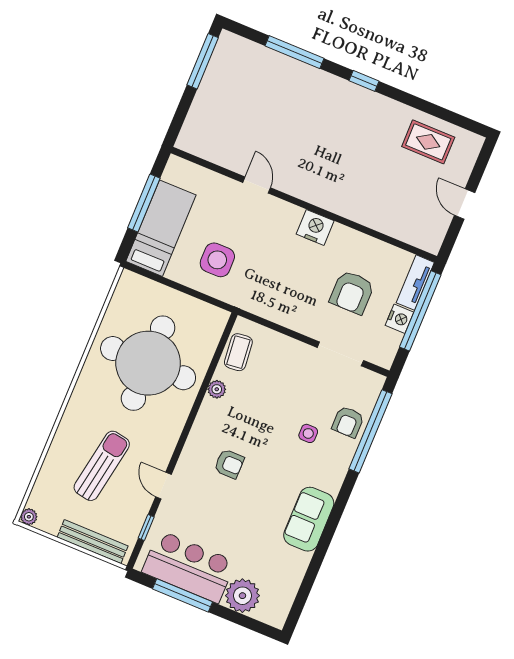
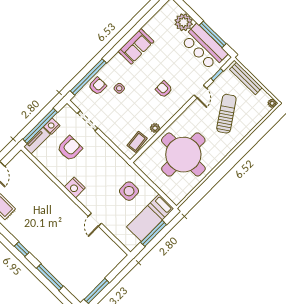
sun lounger: (102, 466) -> (226, 114), turned 136

